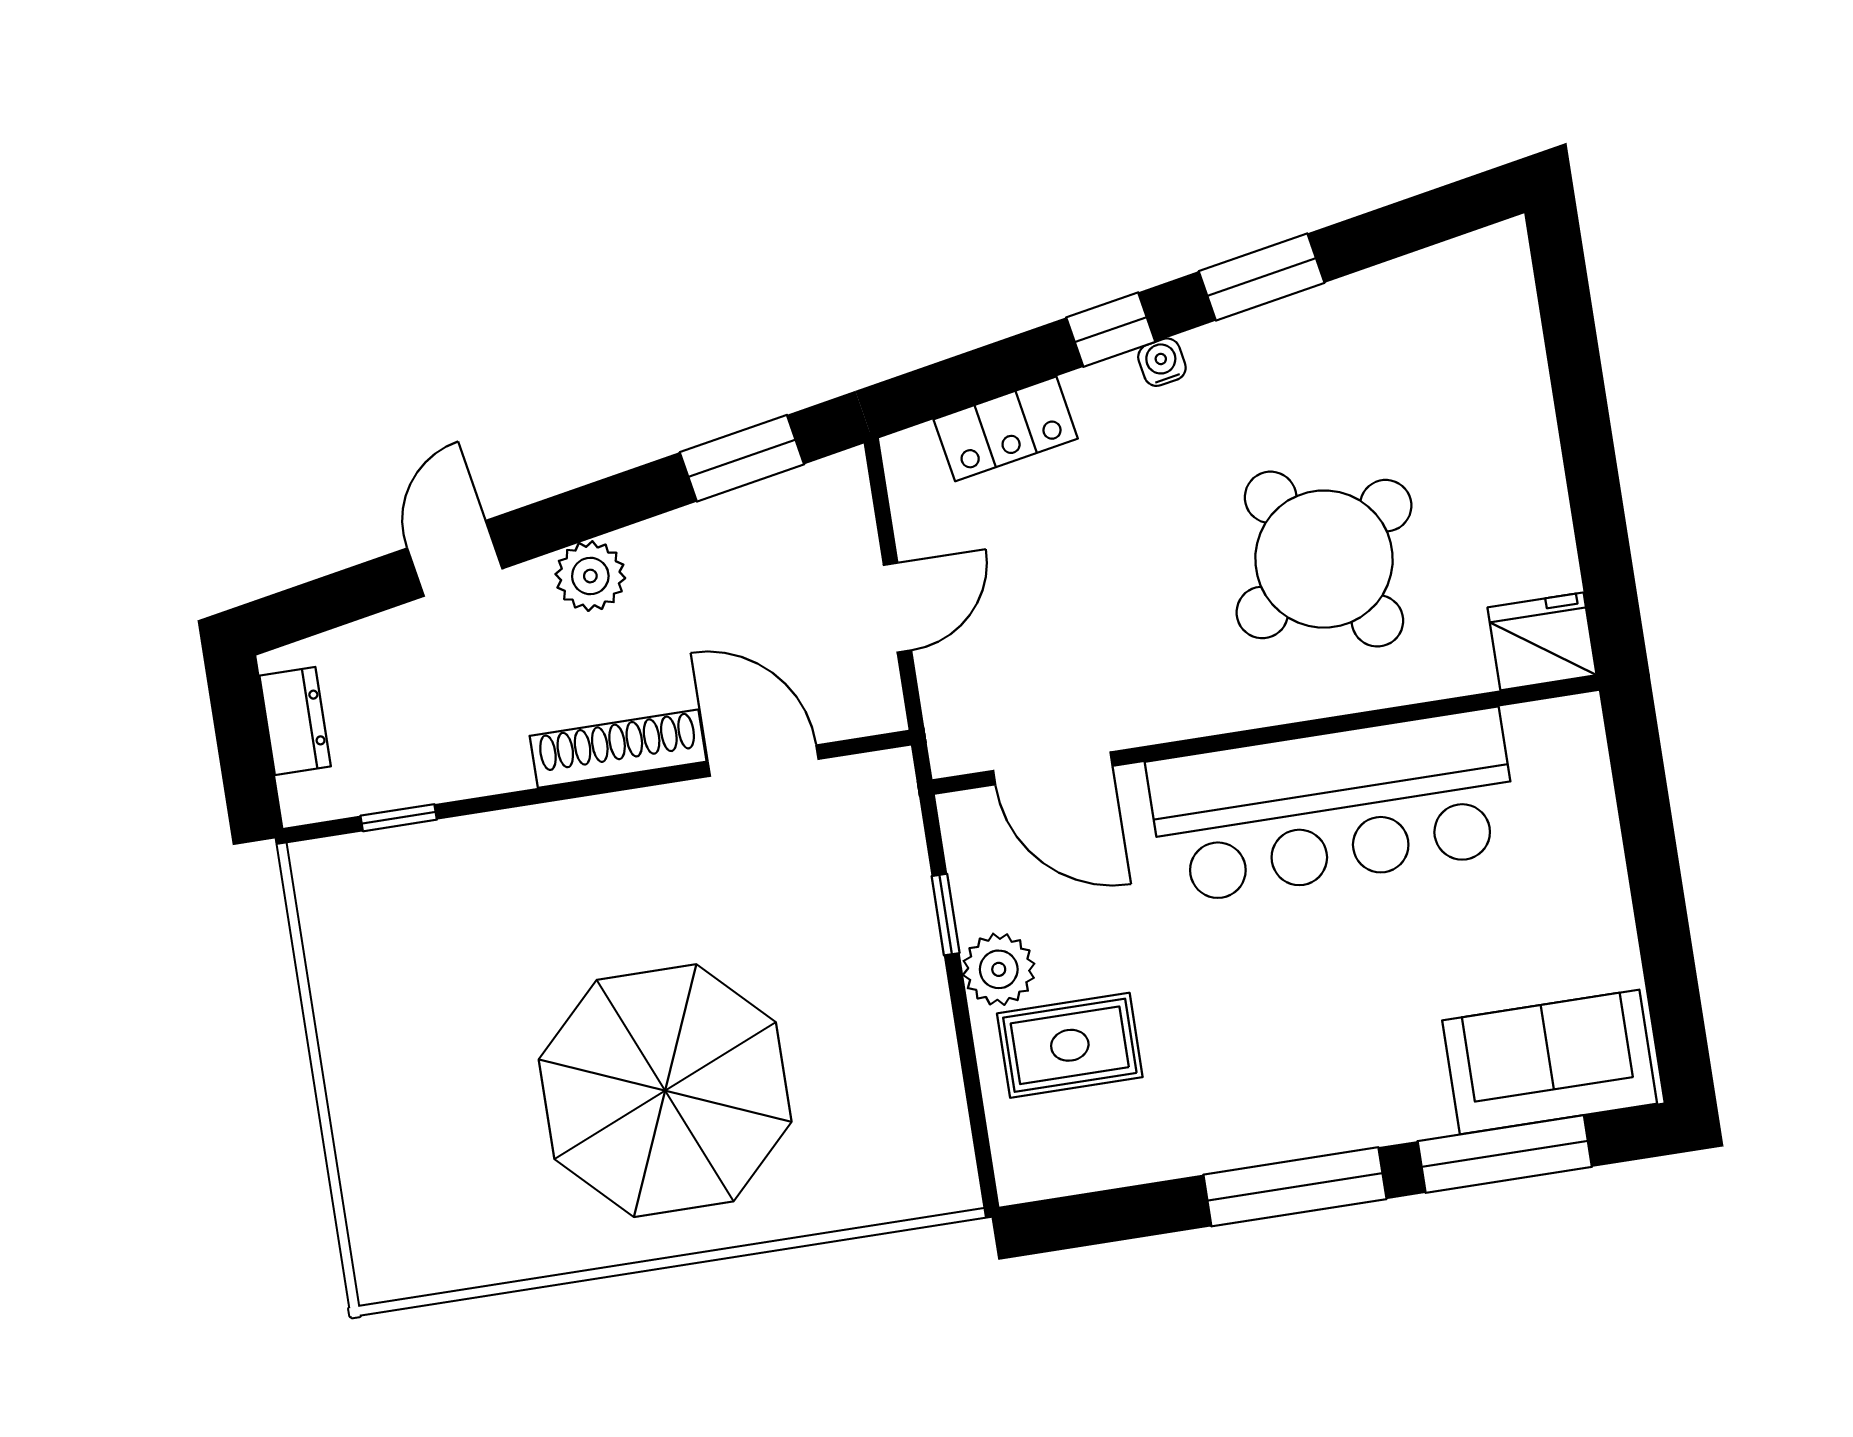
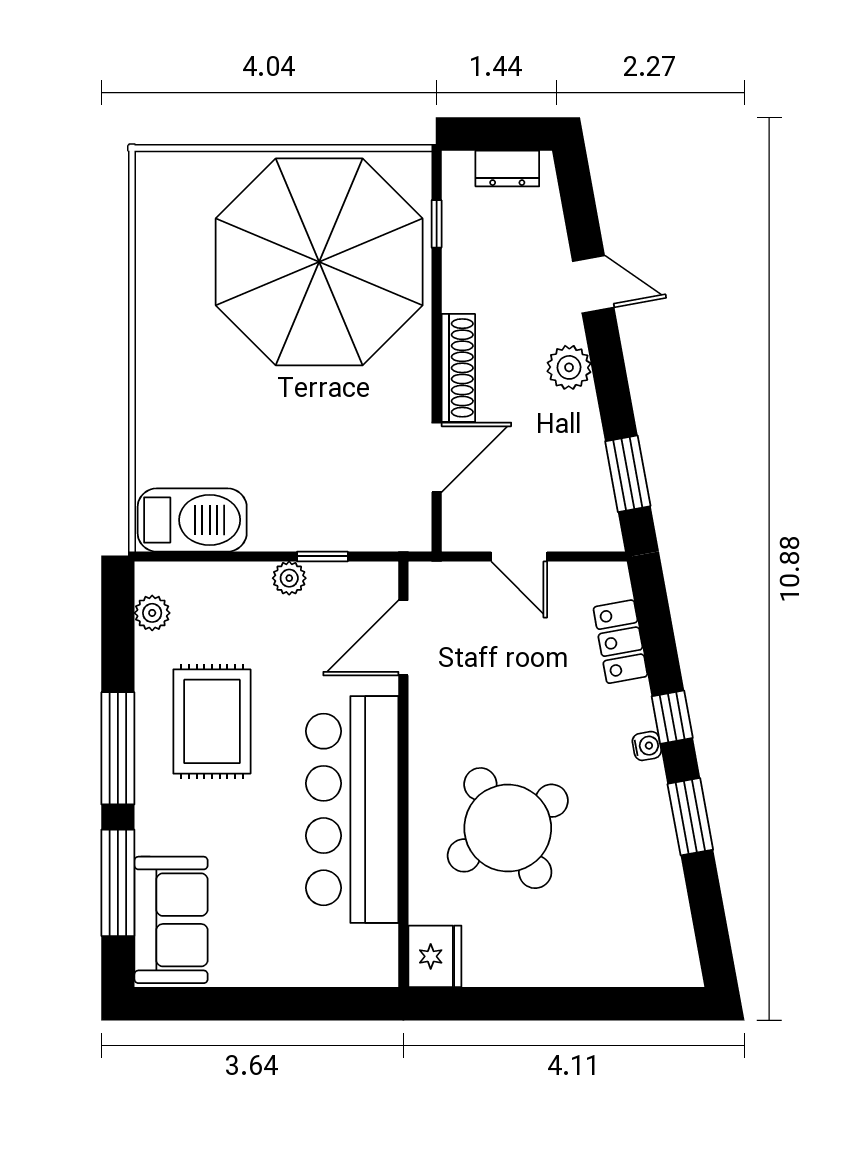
plant: (999, 969) -> (289, 578), width x0.73, depth x0.73
rug: (1070, 1045) -> (212, 721), moved, width x1.36, depth x1.43
parasol: (665, 1091) -> (319, 262), moved, width x1.36, depth x1.36
barbecue: (920, 1127) -> (192, 520), added
plant: (1075, 1166) -> (152, 613), added

